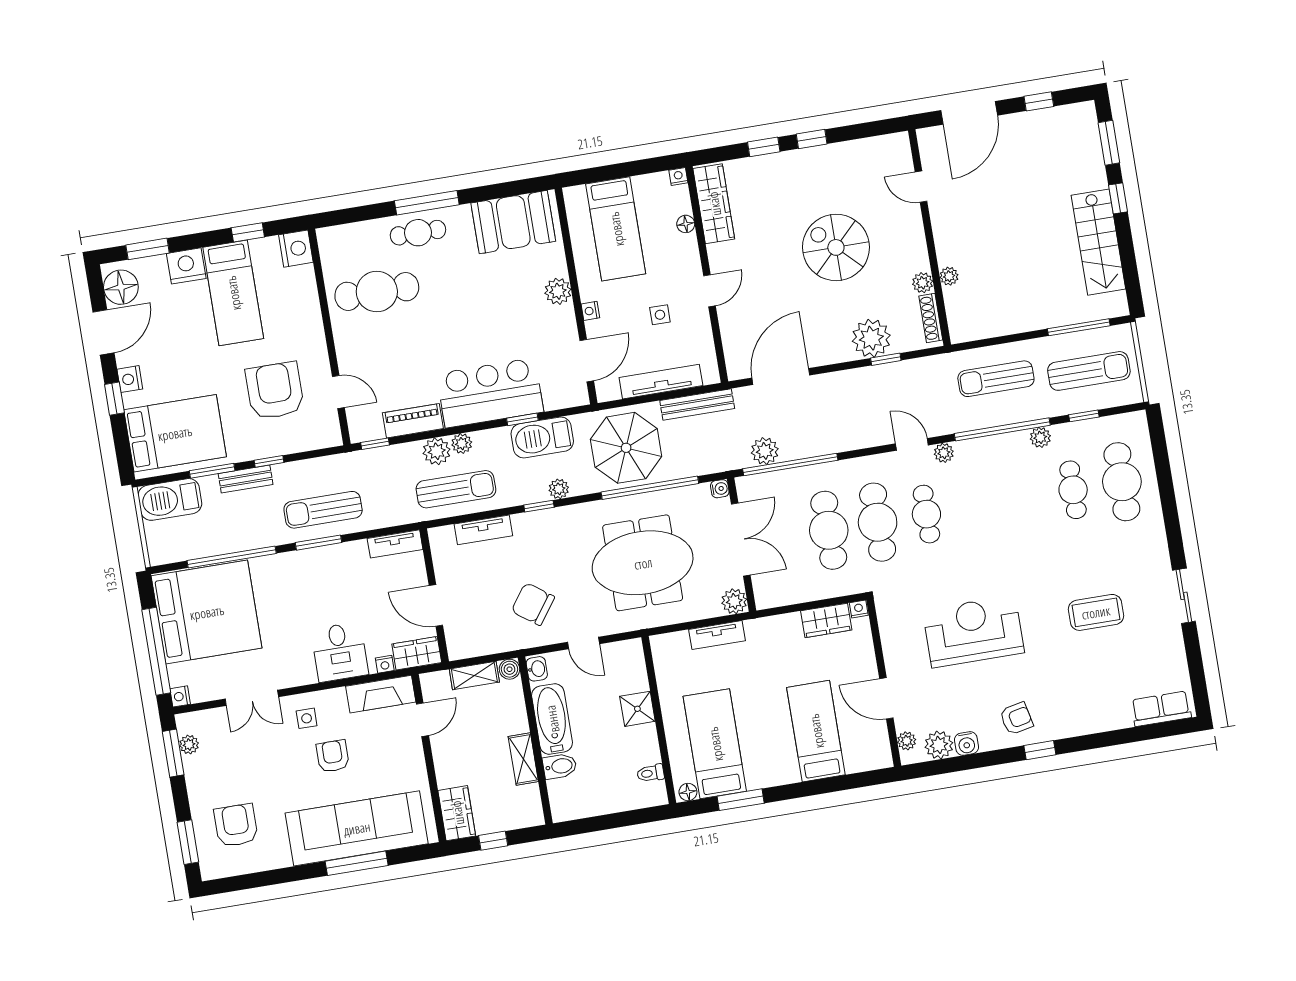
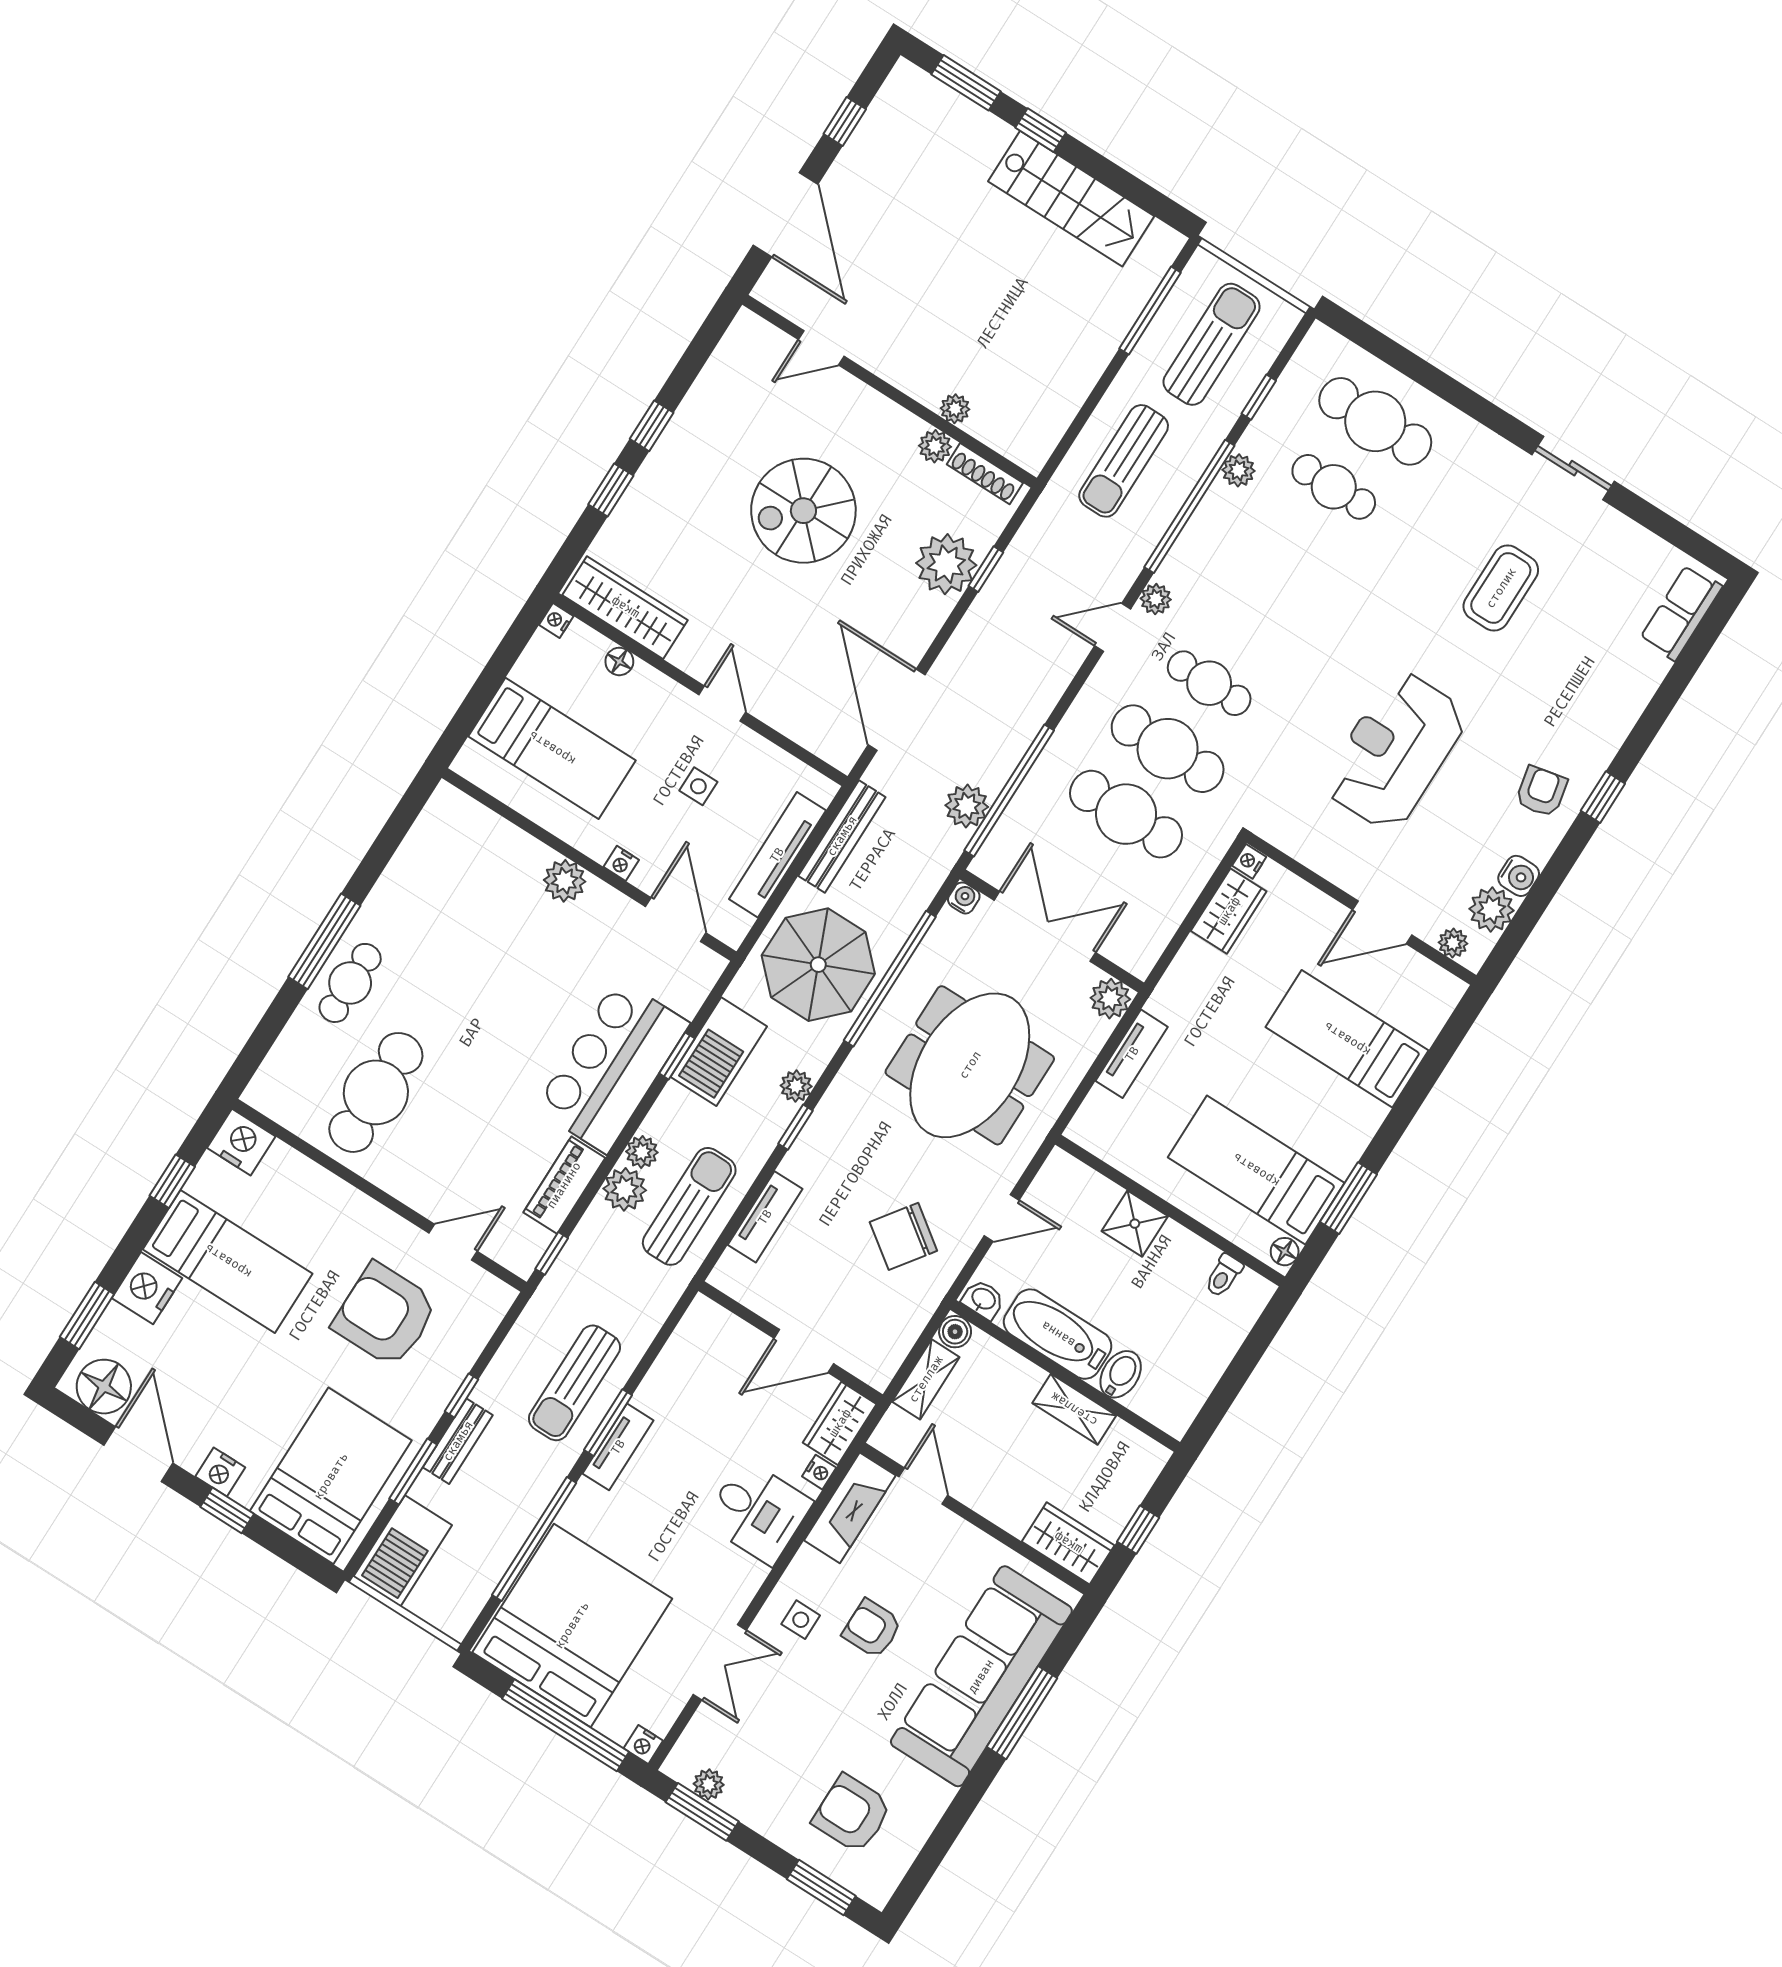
booth: (513, 222) -> (437, 861), removed
tv unit: (395, 544) -> (618, 1447), moved

